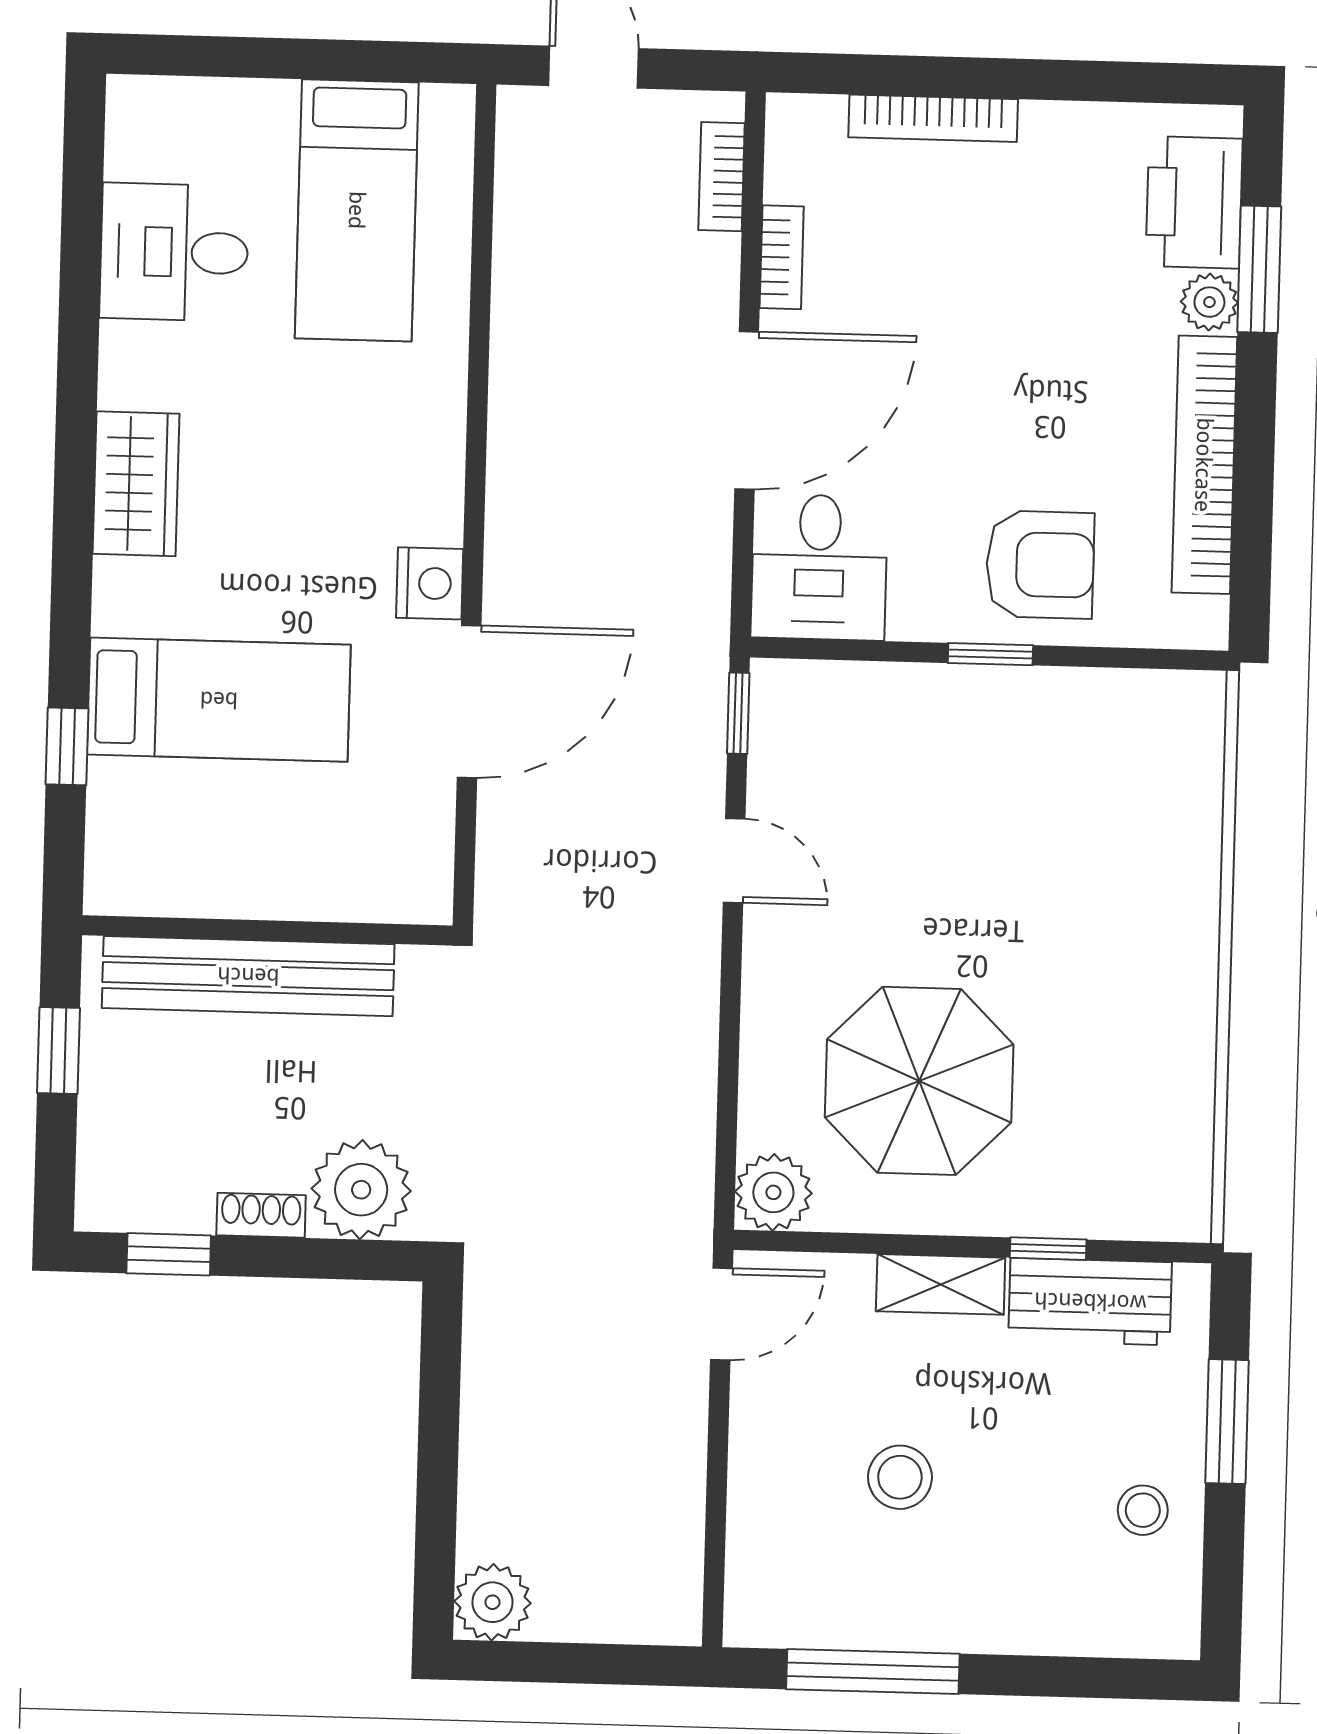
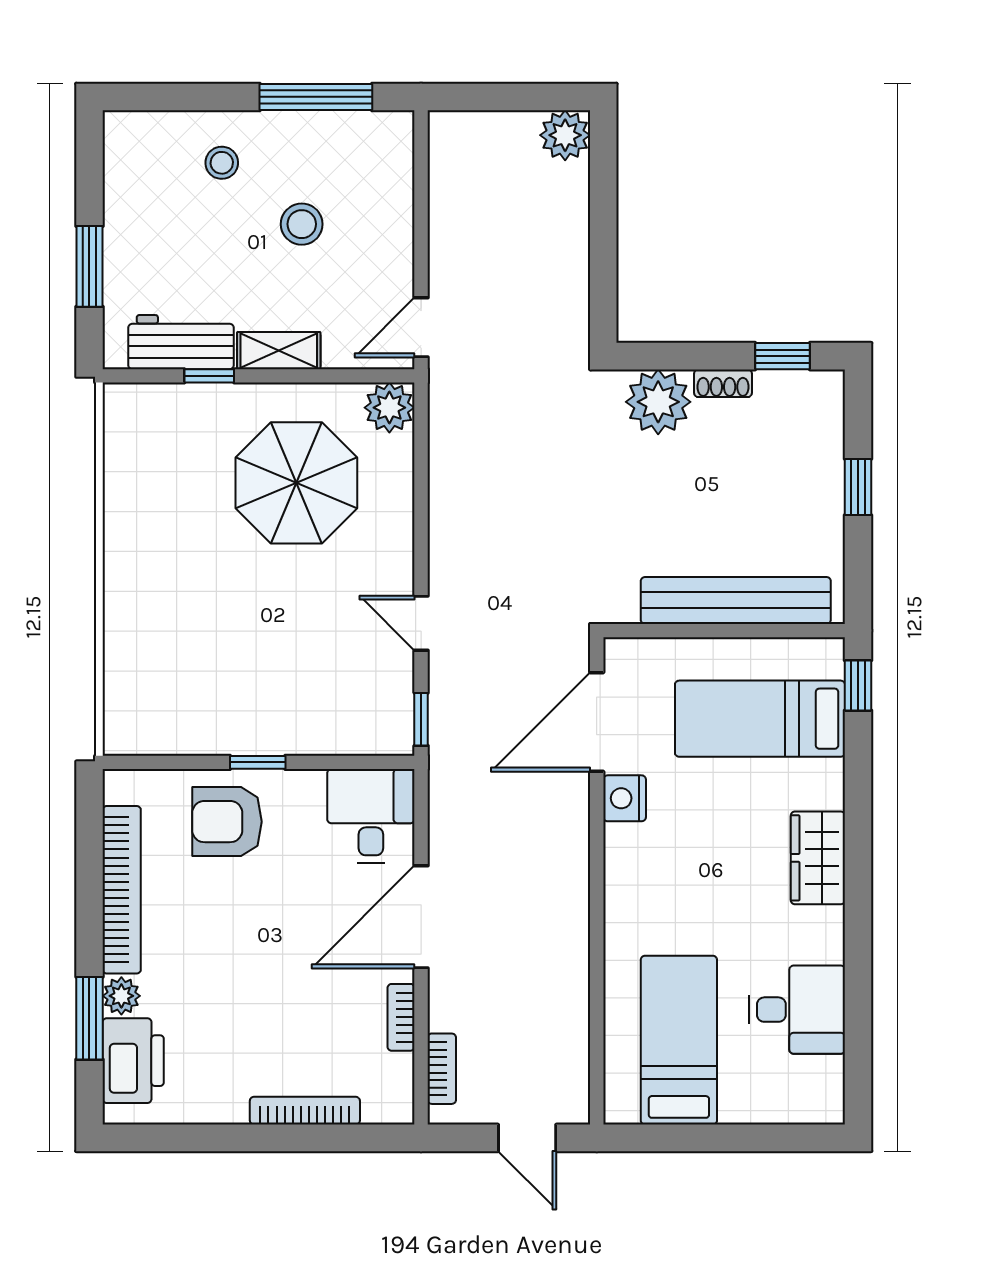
wall: (267, 930) -> (724, 631), moved
bench: (248, 976) -> (736, 600), moved
stool: (1143, 1510) -> (222, 163), moved

